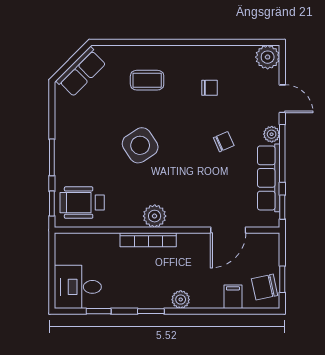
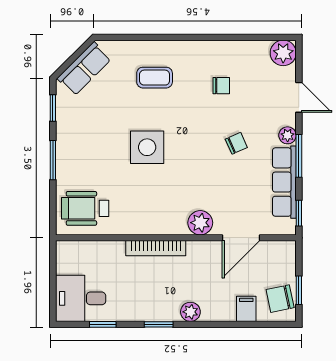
side table: (140, 145) -> (147, 147), turned 33
window: (282, 153) -> (299, 156), width x0.69
window: (52, 204) -> (53, 108), moved
plant: (155, 216) -> (200, 223), moved

